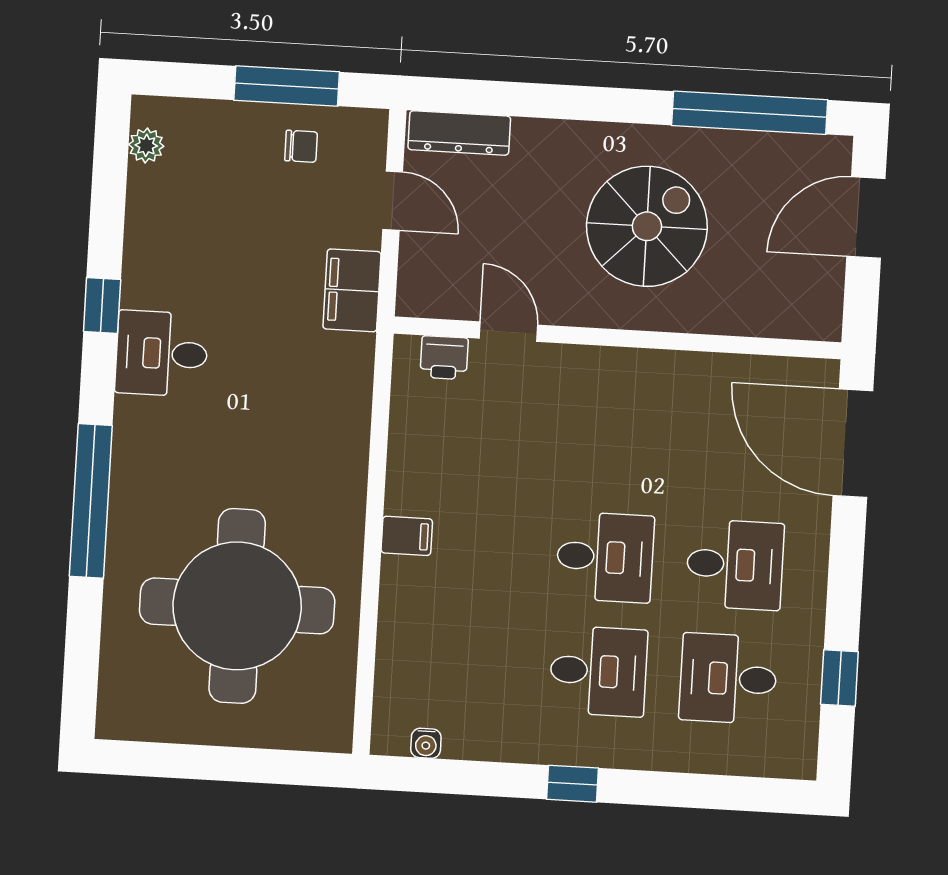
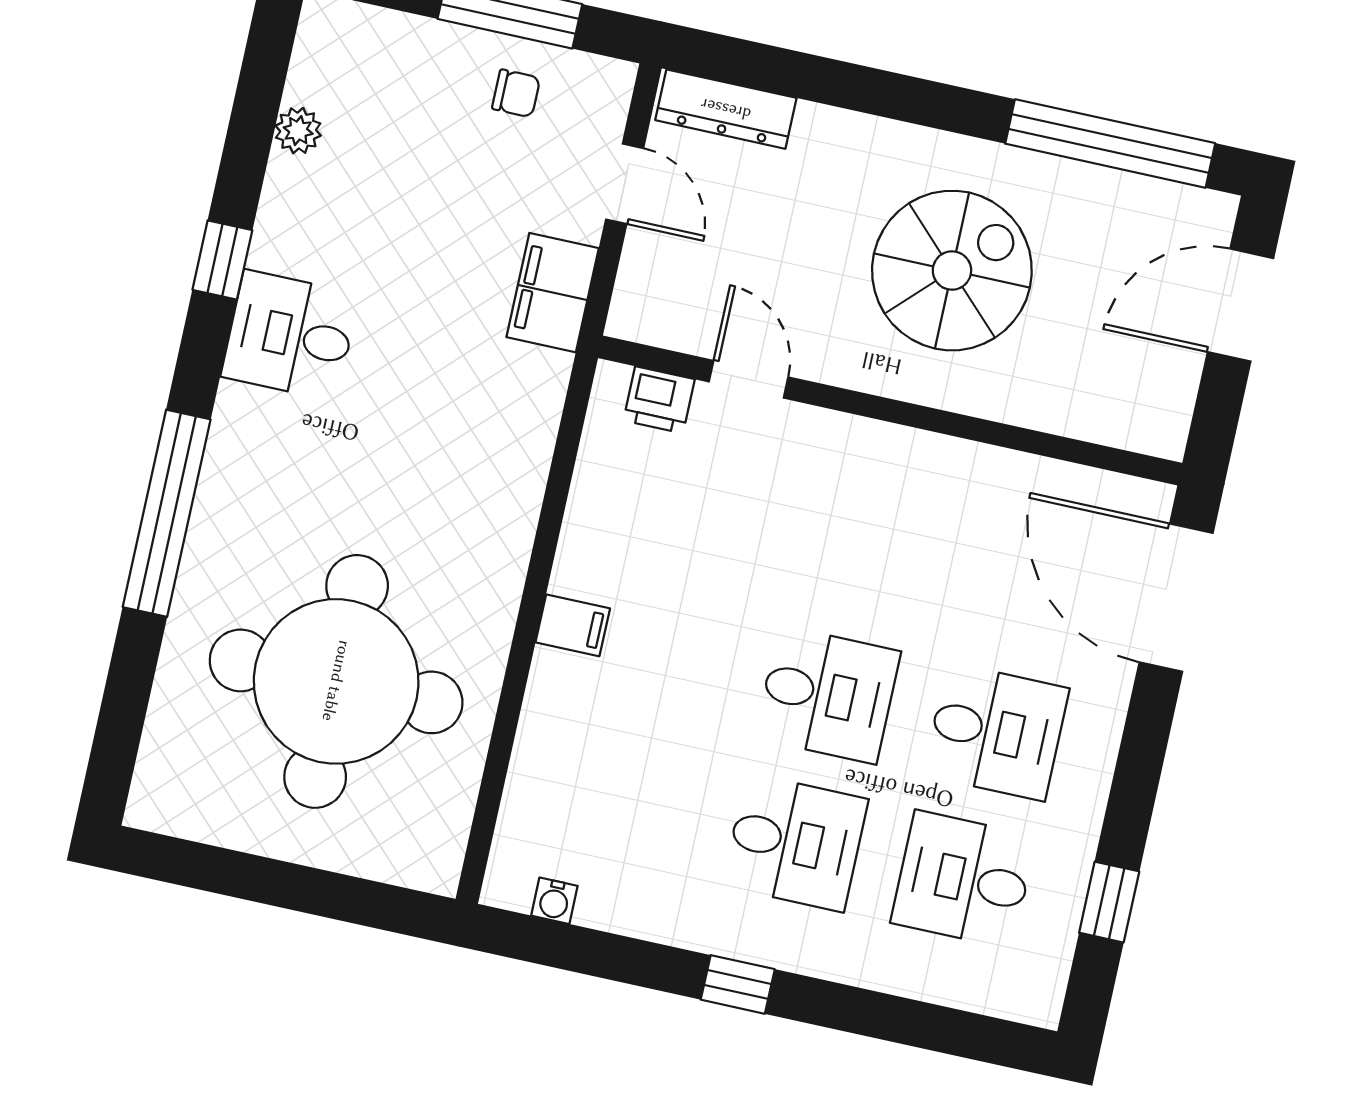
plant: (146, 145) -> (298, 131), moved

